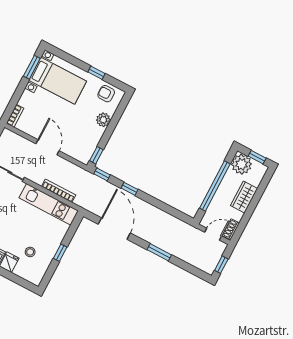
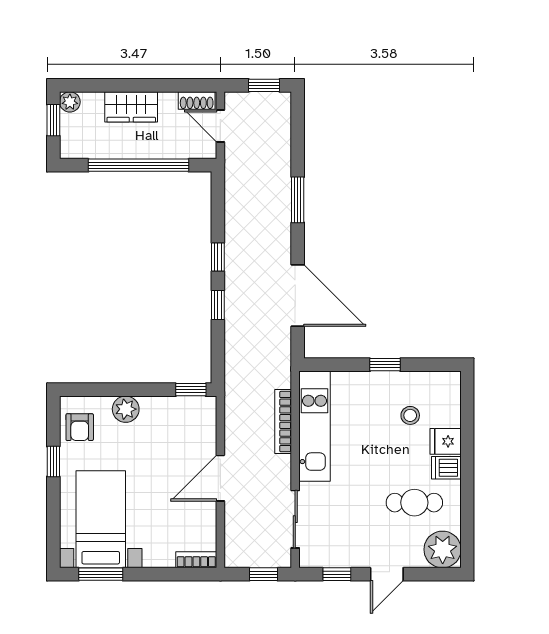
plant: (242, 164) -> (70, 102), moved, width x0.53, depth x0.53
window: (102, 174) -> (218, 257), moved
door: (114, 229) -> (298, 295), swing flipped

